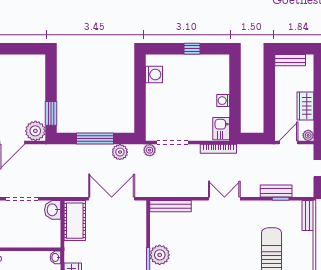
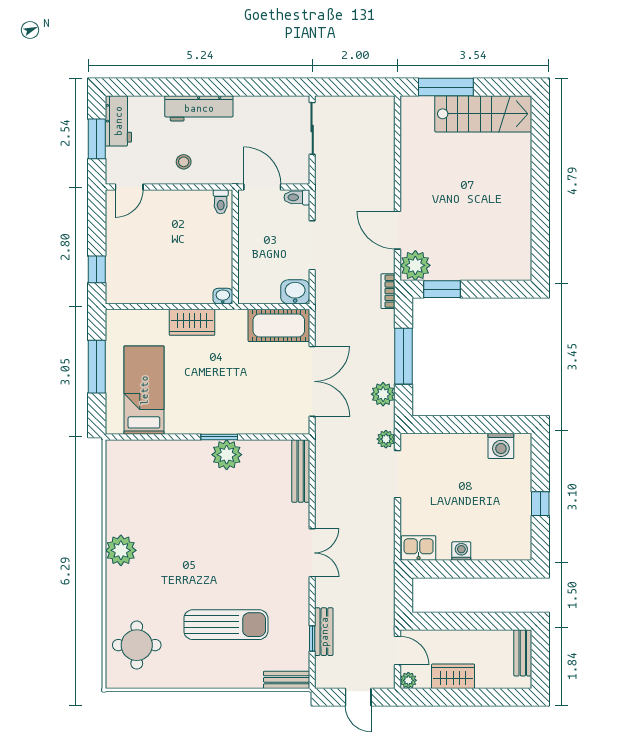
bookcase: (218, 149) -> (388, 291), moved, width x0.64

